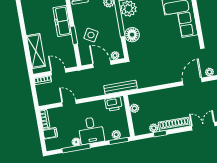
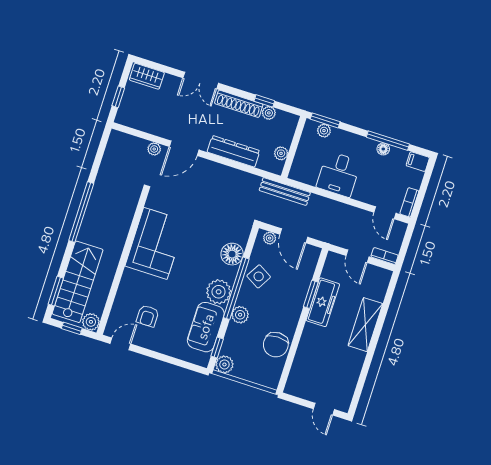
freezer: (62, 21) -> (323, 302), moved
side table: (91, 35) -> (259, 276), moved
shelving: (36, 51) -> (365, 325), moved
dresser: (163, 95) -> (234, 151), added
door: (69, 103) -> (385, 213), moved
printer: (113, 104) -> (306, 174), removed
desk: (91, 131) -> (339, 174), moved, turned 180
filing cabinet: (50, 133) -> (418, 162), moved

